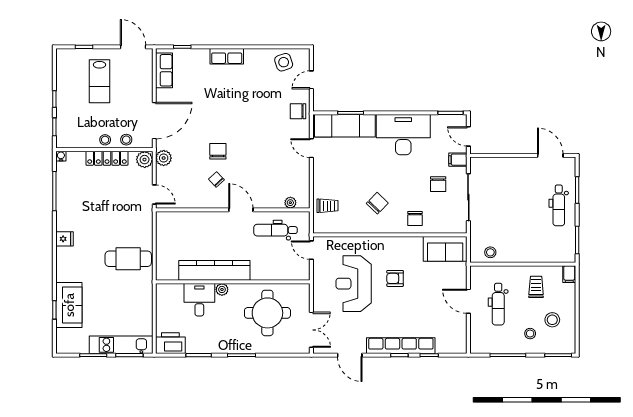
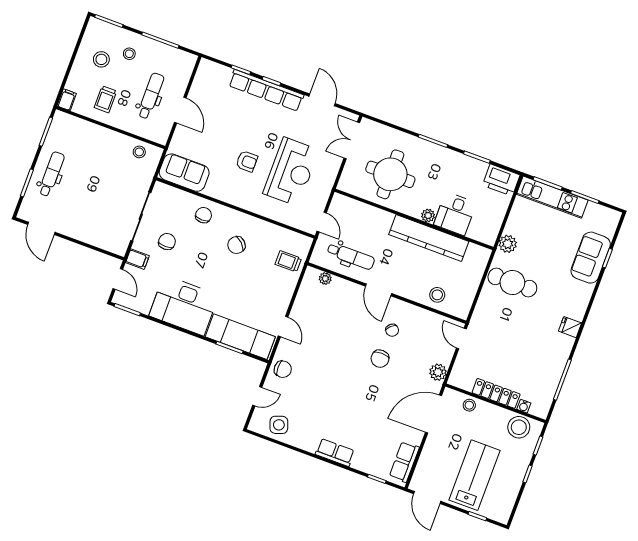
lab bench: (100, 81) -> (475, 475), width x1.36, depth x1.39
stool: (105, 140) -> (519, 427), moved, width x1.89, depth x1.89
water cooler: (61, 156) -> (524, 406), moved
plant: (145, 160) -> (508, 244), moved
stool: (189, 224) -> (437, 295), added

